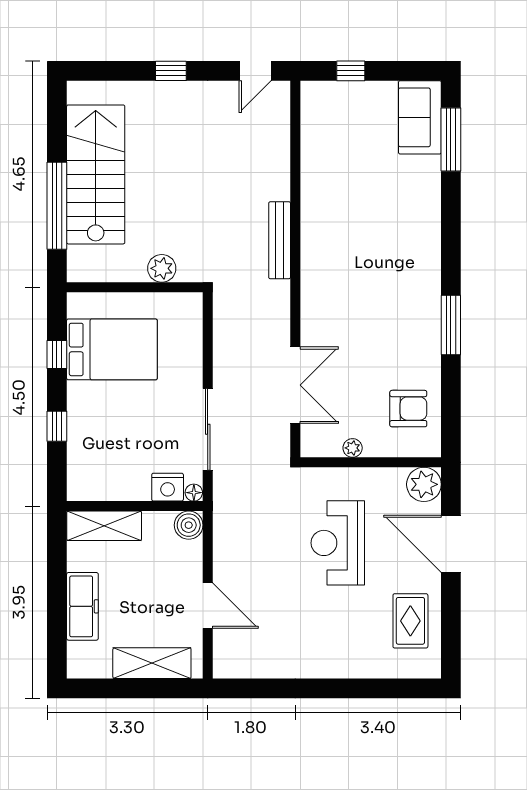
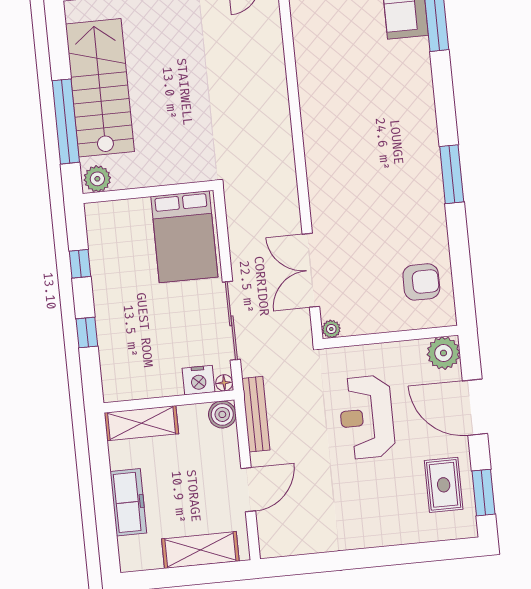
bench: (280, 240) -> (256, 414), moved
plant: (162, 268) -> (97, 179), moved
window: (451, 325) -> (452, 174), moved
bed: (112, 349) -> (184, 237), moved, turned 90
double door: (295, 385) -> (311, 270), swing flipped
plant: (353, 448) -> (331, 329), moved
door: (208, 606) -> (248, 490), hinge flipped
window: (451, 633) -> (483, 493), added

